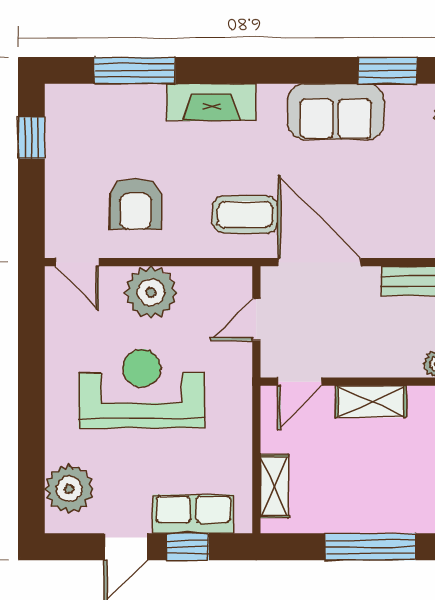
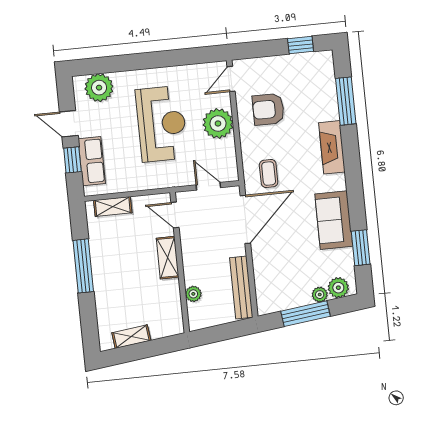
coffee table: (245, 215) -> (269, 174), width x0.73, depth x0.77

